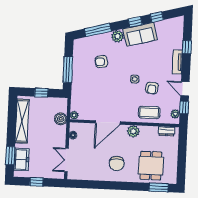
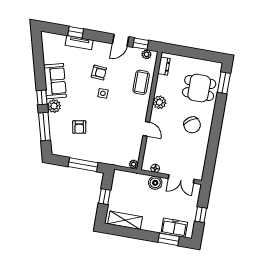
window: (157, 17) -> (39, 61), removed
window: (135, 22) -> (42, 97), moved
tv unit: (177, 62) -> (79, 43), moved
armchair: (152, 88) -> (99, 73), moved
boiler: (61, 119) -> (155, 183), moved
shelving: (22, 121) -> (125, 220), width x0.68
door: (108, 122) -> (146, 129), width x0.53
chair: (117, 164) -> (192, 125), turned 55

